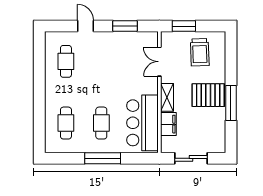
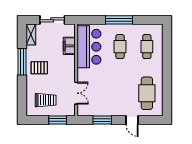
trolley: (200, 52) -> (46, 100), turned 92
cafe table: (66, 61) -> (147, 93), width x1.37, depth x1.35
pallet: (208, 95) -> (39, 68), width x0.67, depth x0.71
shelving: (167, 97) -> (31, 35), moved

